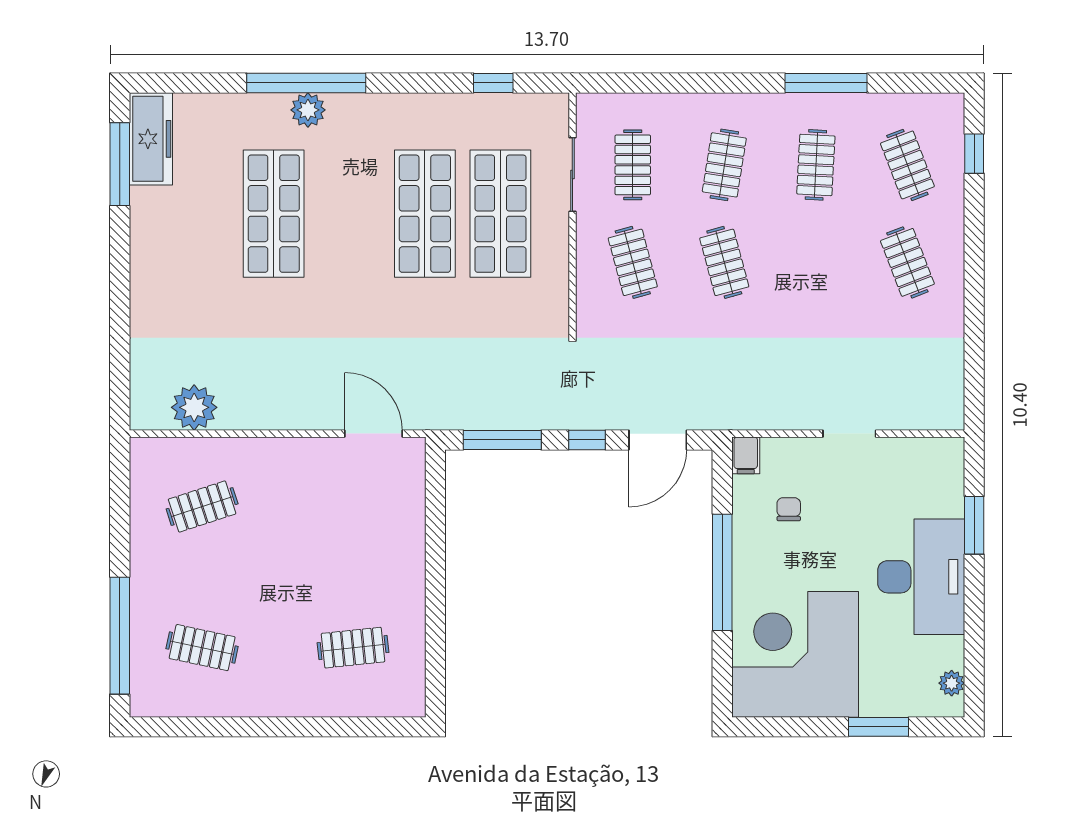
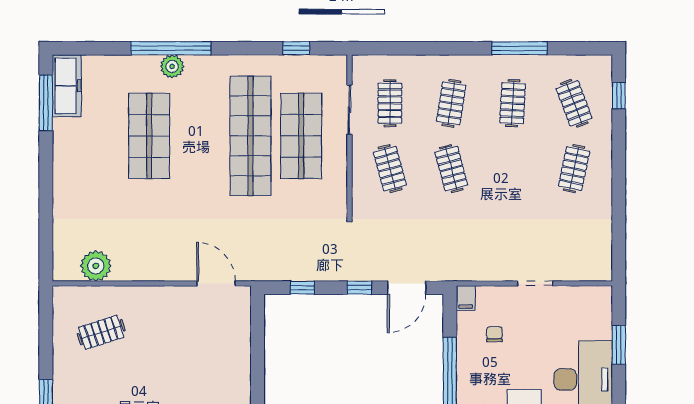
shop shelf: (425, 214) -> (250, 136), width x1.40
clothes rail: (907, 262) -> (574, 169), turned 33
window: (502, 440) -> (302, 288), width x0.46

